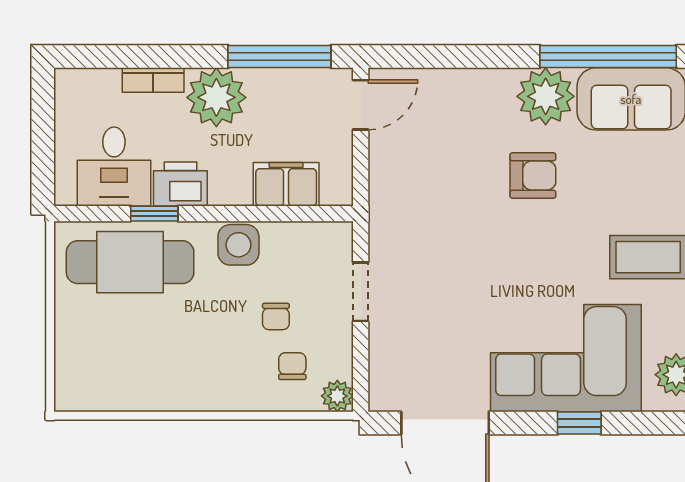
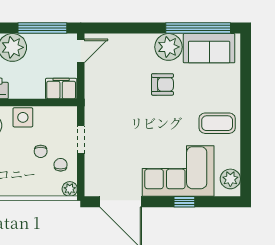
filing cabinet: (286, 184) -> (61, 89), moved
chair: (292, 366) -> (61, 165), moved

